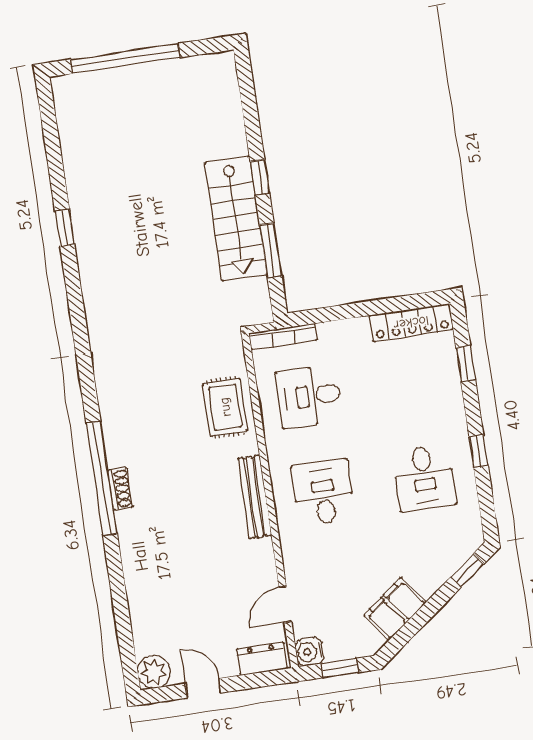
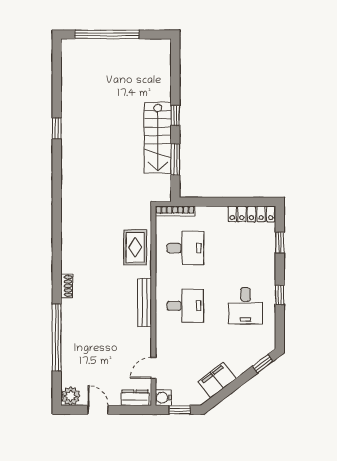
desk: (309, 396) -> (185, 248), turned 180
window: (102, 478) -> (57, 337), moved
desk: (323, 493) -> (185, 306), turned 90

